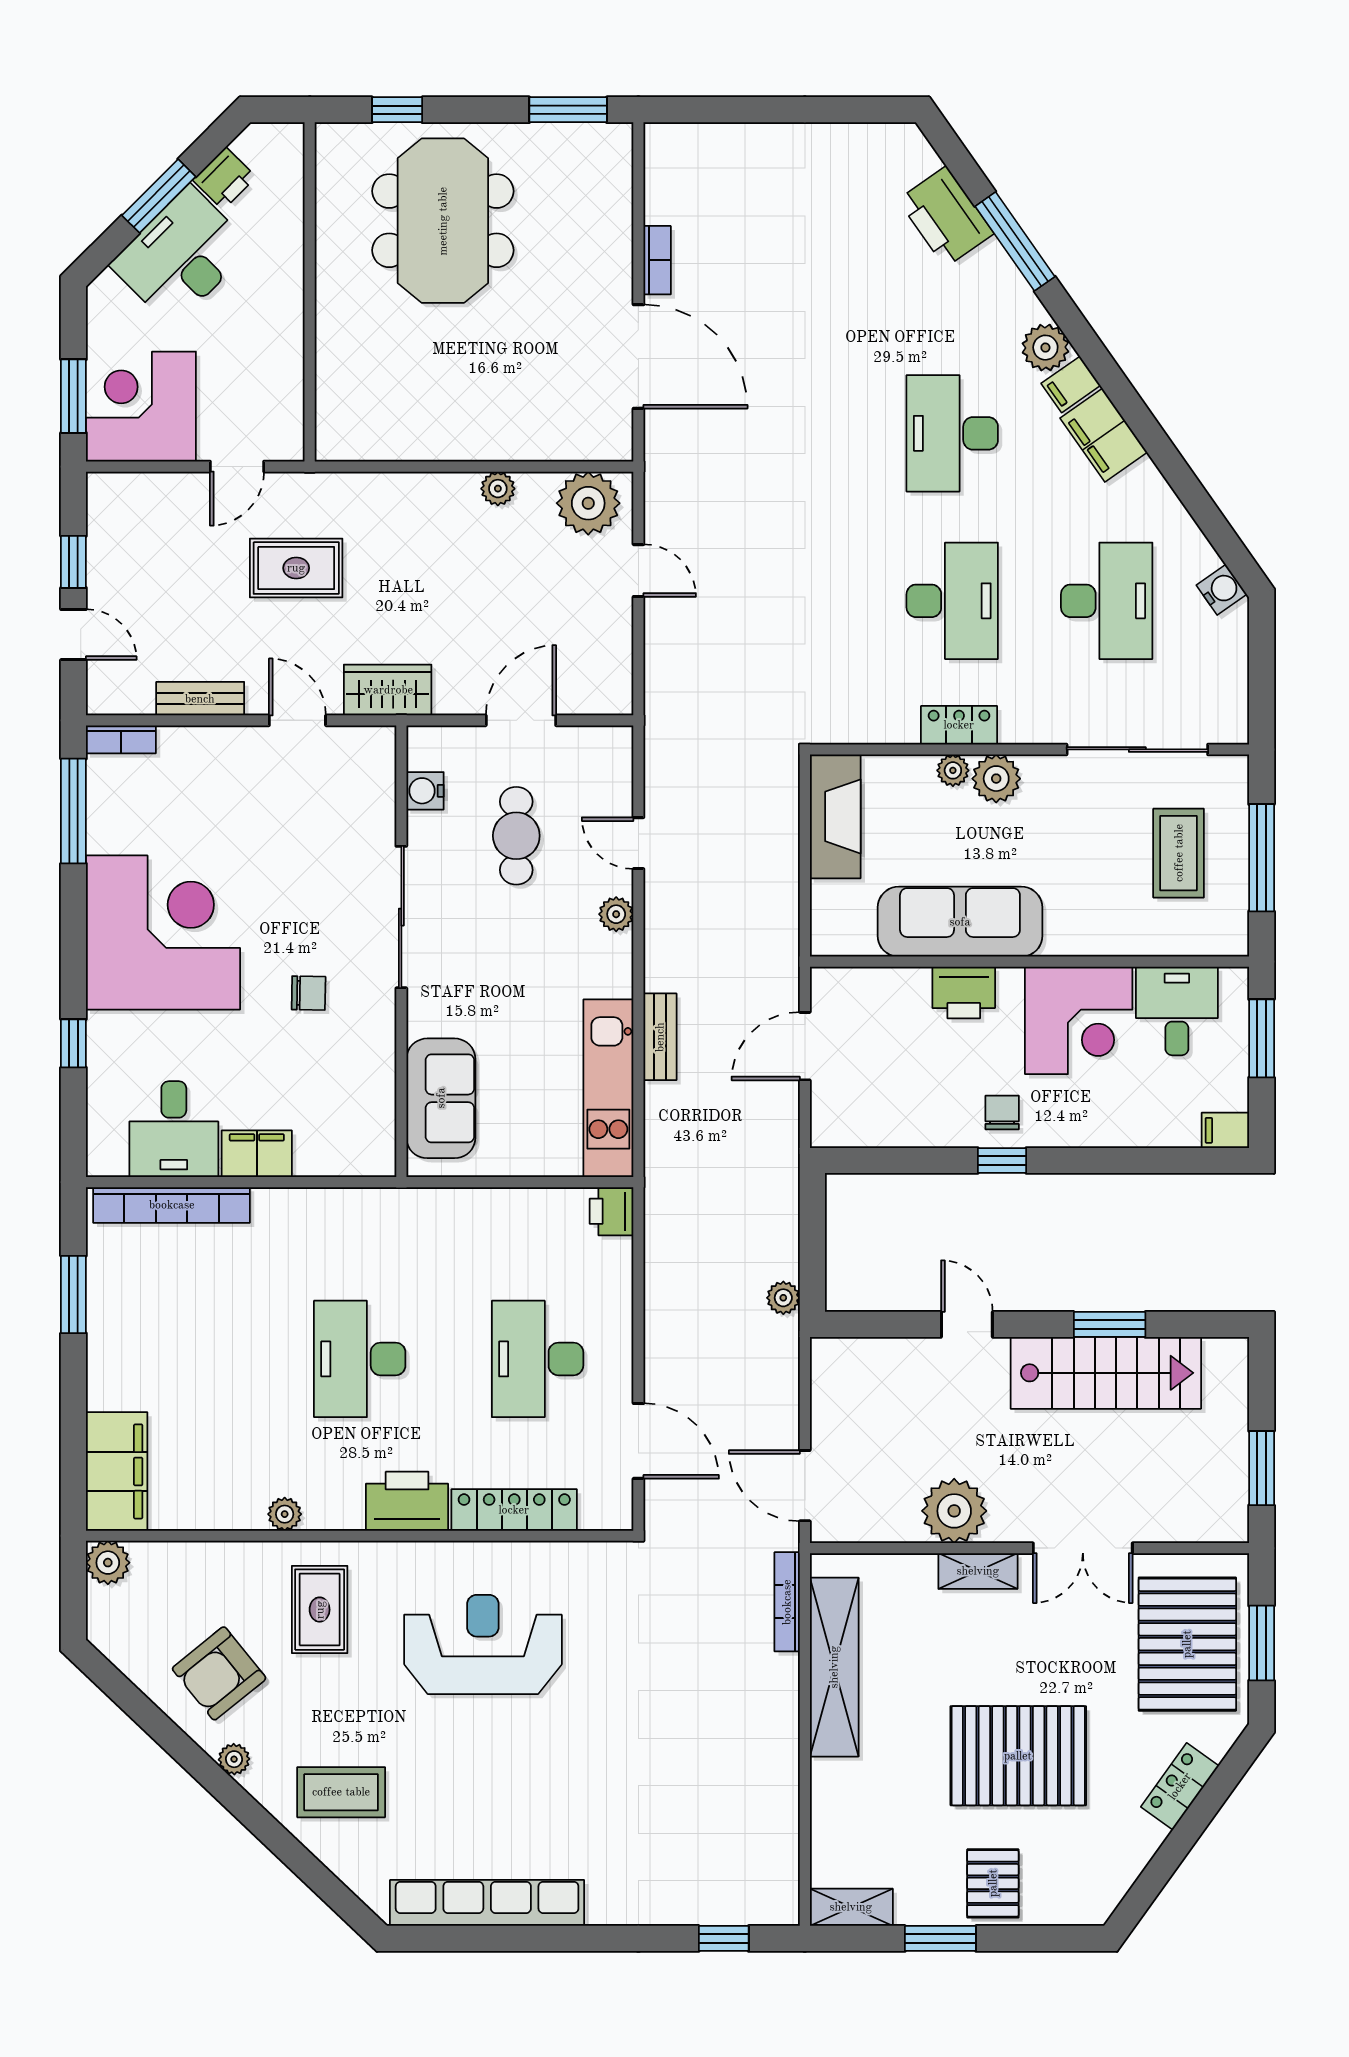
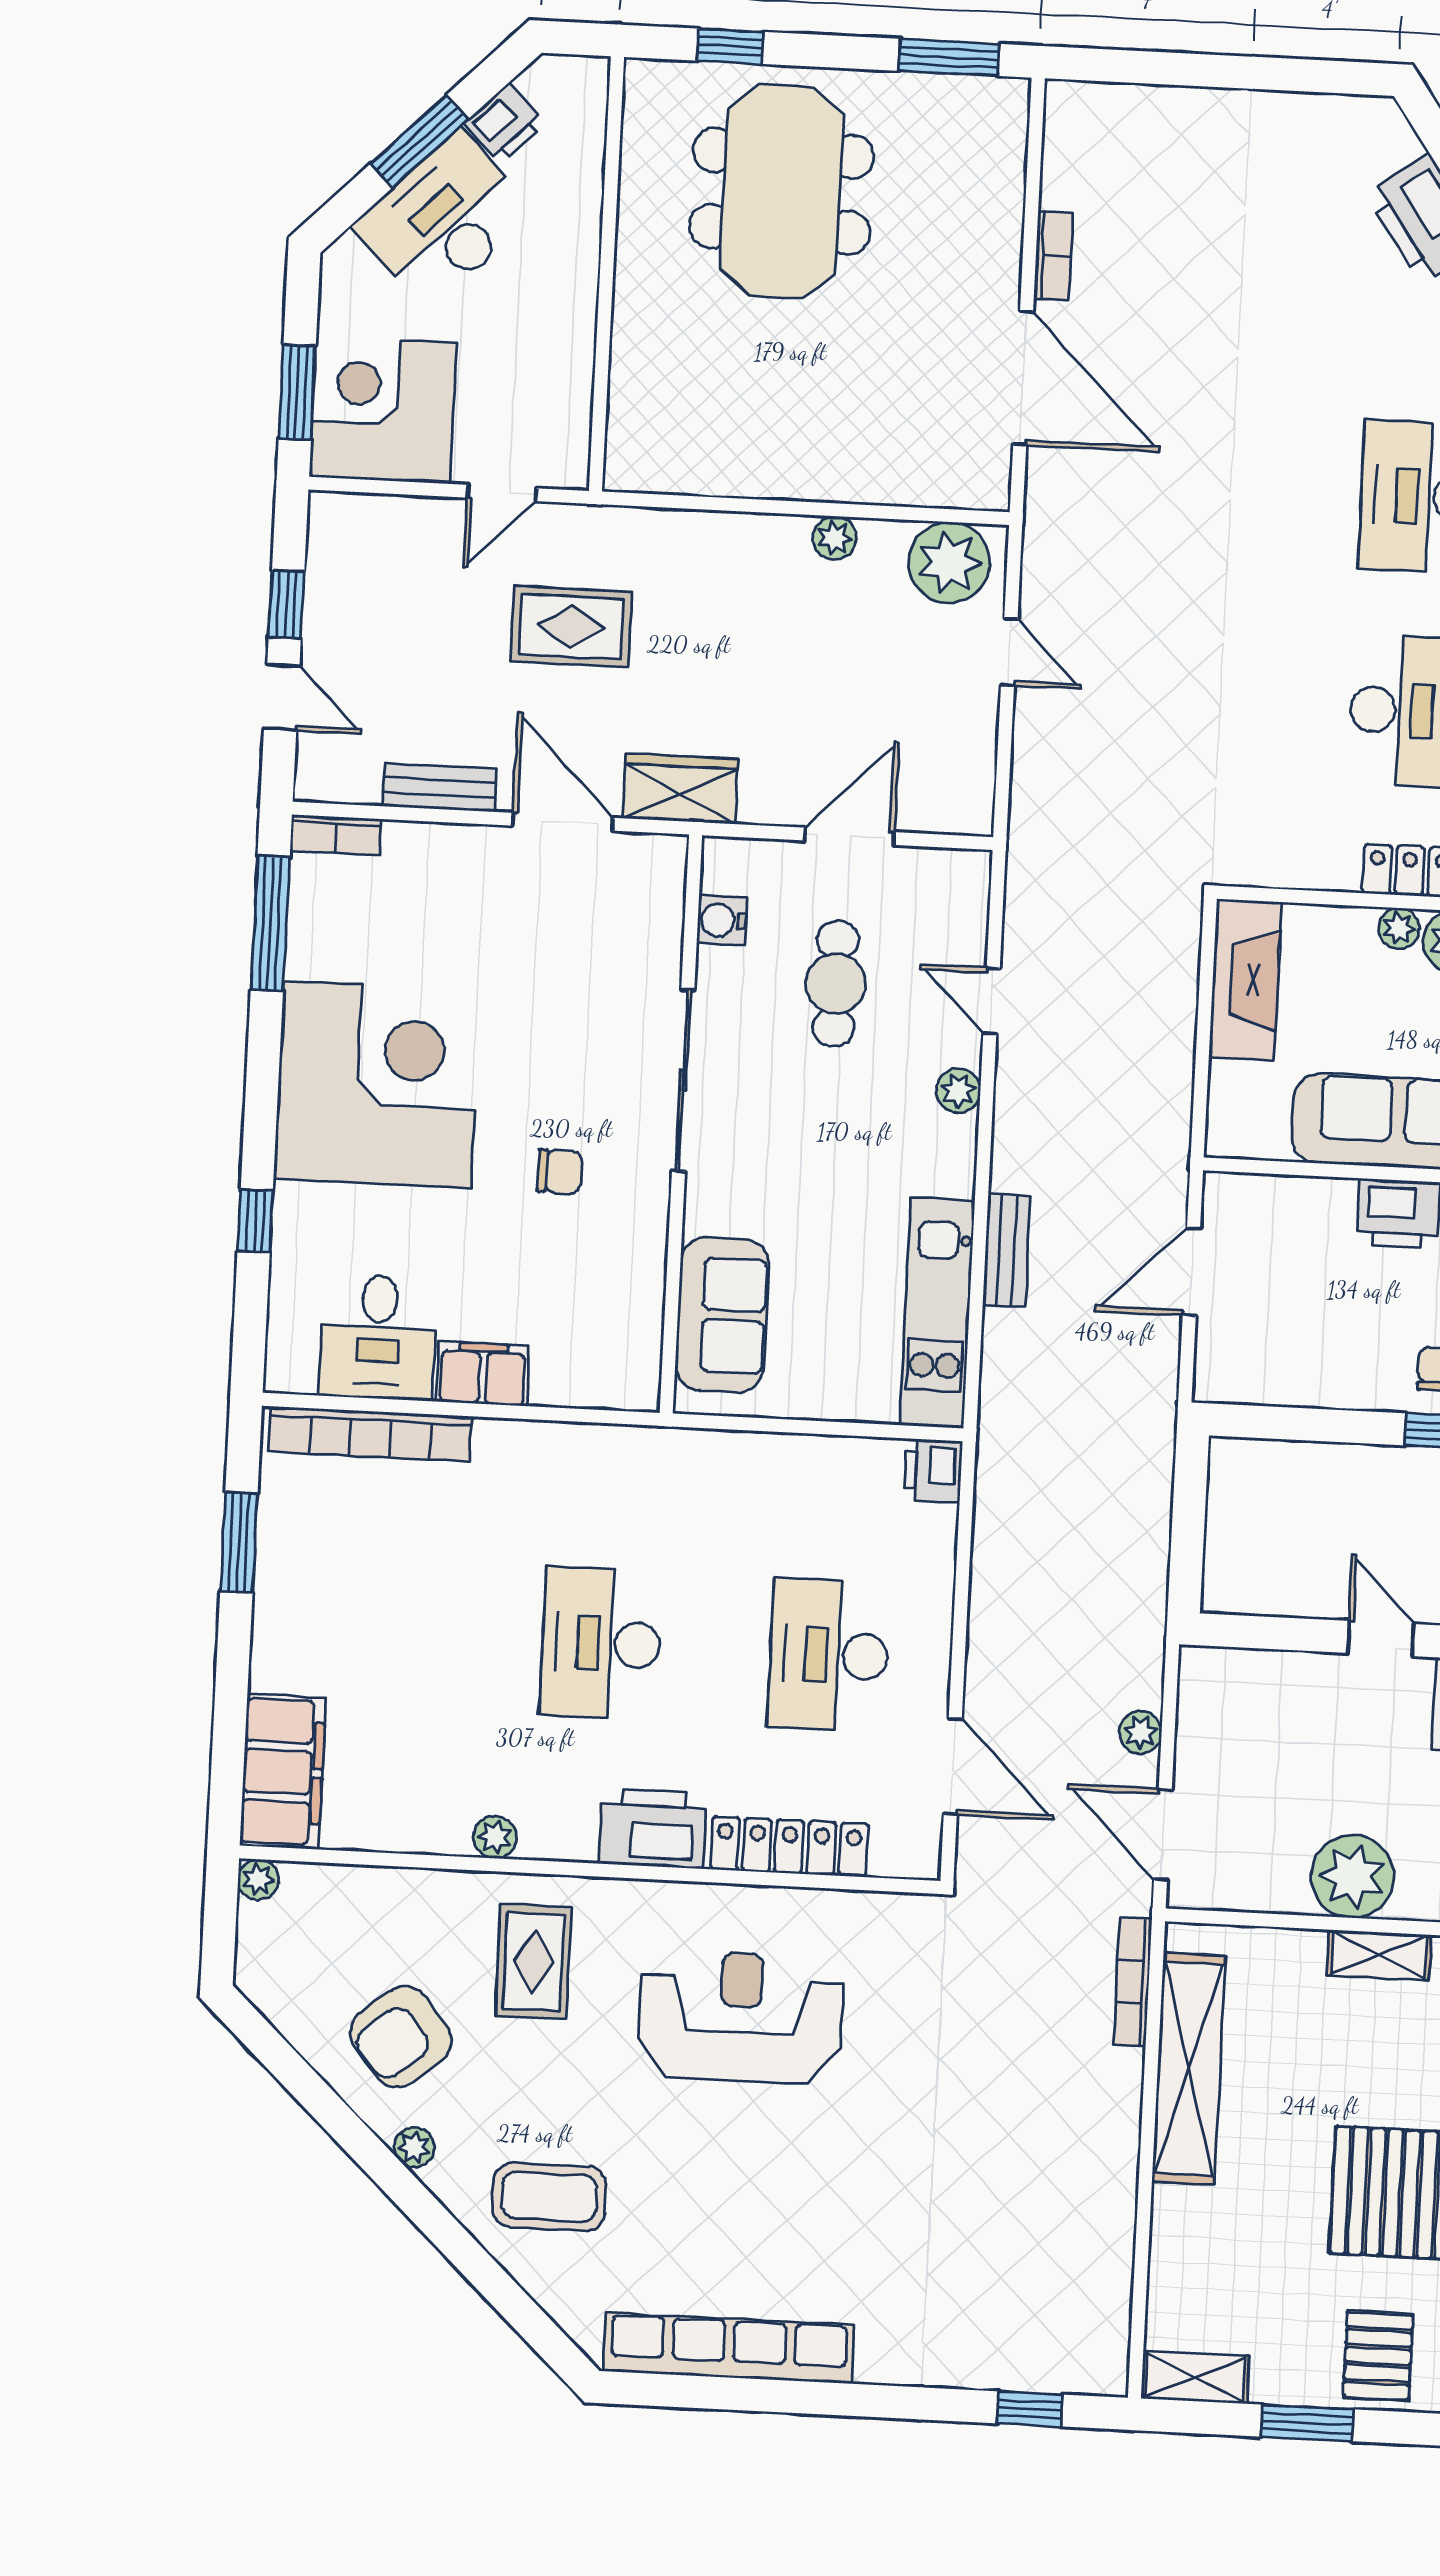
door: (297, 720) -> (563, 822), width x1.38
plant: (783, 1298) -> (1140, 1732), moved
plant: (108, 1563) -> (258, 1880), width x0.73, depth x0.73

